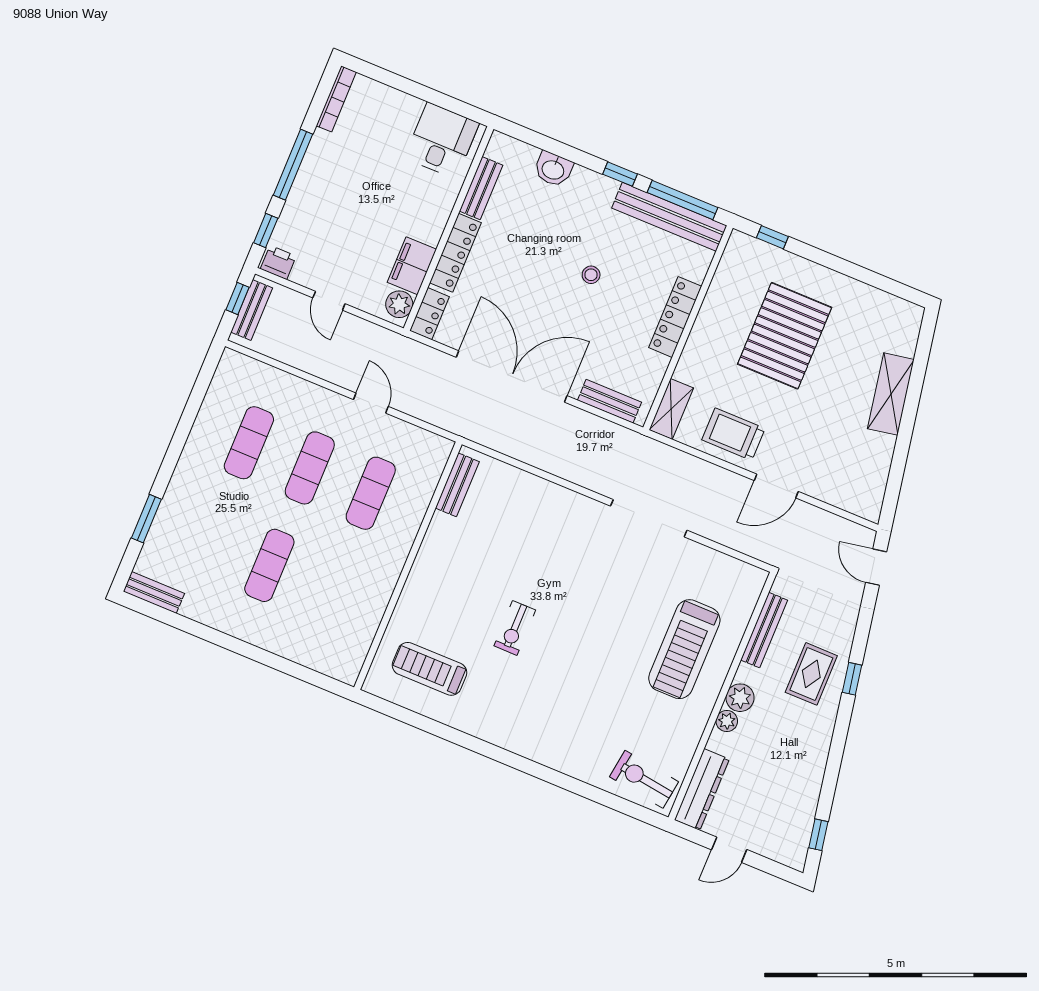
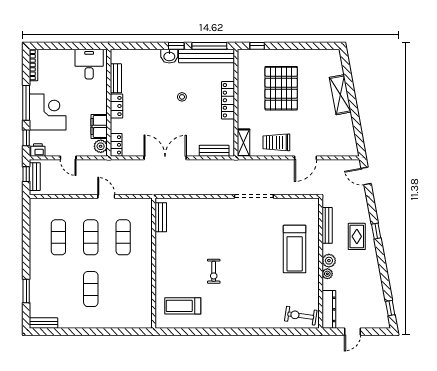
washbasin: (553, 169) -> (169, 56), moved
corner desk: (326, 198) -> (48, 112), added
locker: (455, 253) -> (116, 106), width x0.66
double door: (512, 376) -> (165, 158), width x0.73

